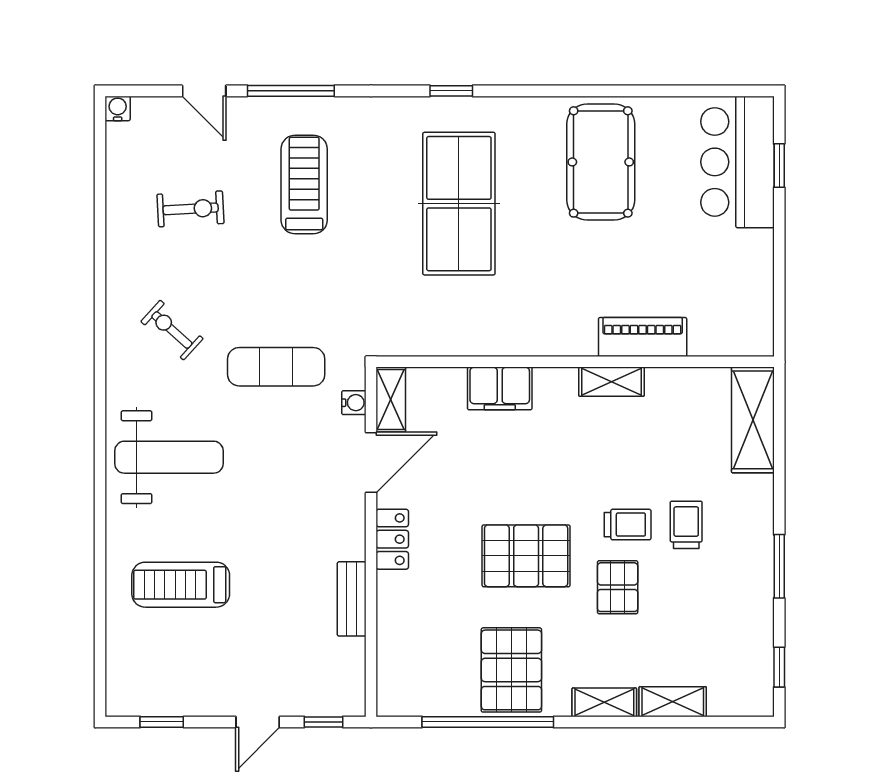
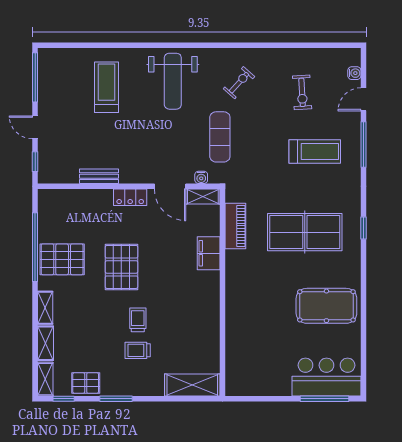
water cooler: (118, 108) -> (354, 73), moved
window: (779, 166) -> (325, 399), width x2.17
piano: (643, 337) -> (235, 226), moved
shelving: (611, 382) -> (45, 379), moved
trolley: (628, 525) -> (138, 320), turned 180
trolley: (686, 525) -> (138, 350), turned 180
pallet: (618, 587) -> (86, 383), moved
window: (162, 722) -> (35, 77), width x2.17

